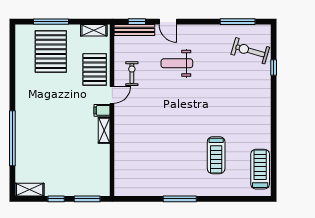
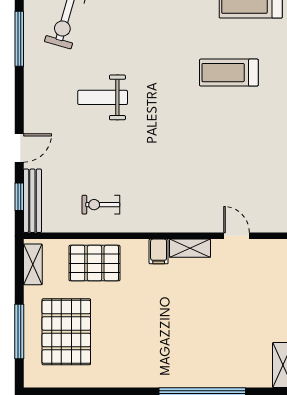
pallet: (51, 52) -> (66, 332), turned 90
weight bench: (177, 63) -> (103, 97), moved, turned 90
door: (112, 95) -> (236, 236), moved
treadmill: (216, 155) -> (229, 73), turned 180

